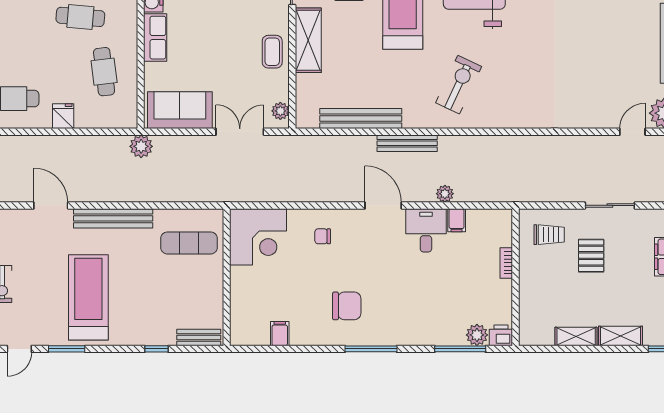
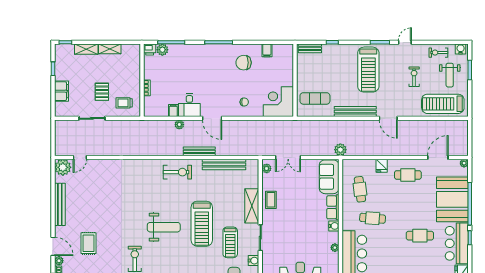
exercise bike: (459, 85) -> (177, 172), moved, turned -115
sofa: (180, 110) -> (329, 177), moved, turned 90
chair: (347, 306) -> (244, 63), moved

